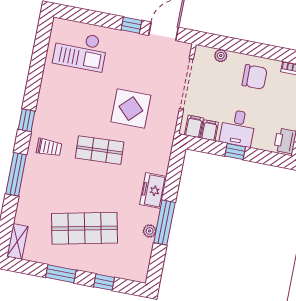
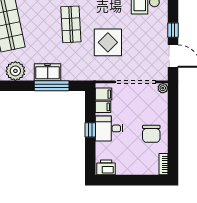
plant: (221, 56) -> (163, 88), moved
window: (164, 222) -> (52, 86), moved
plant: (150, 231) -> (15, 71), width x1.88, depth x1.88

